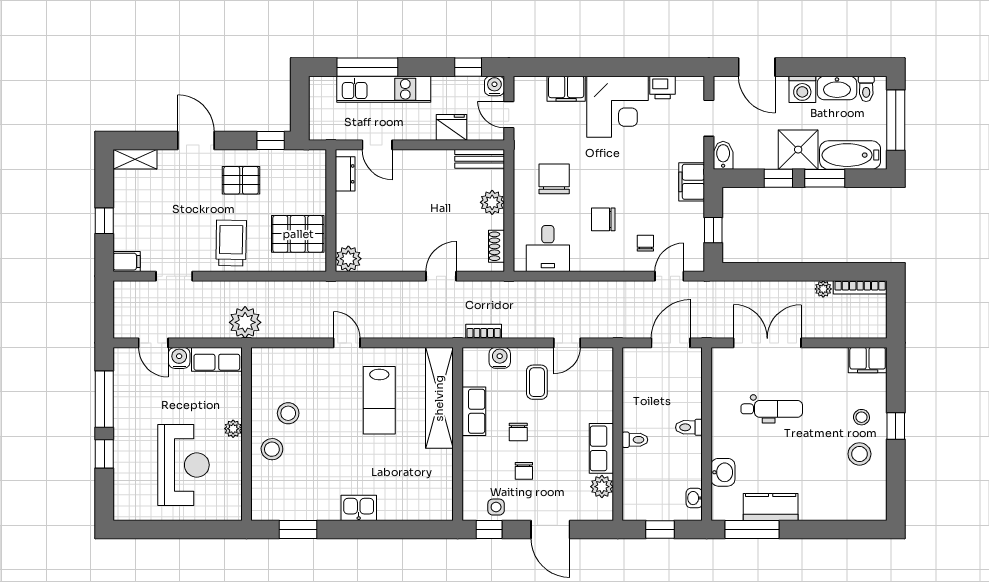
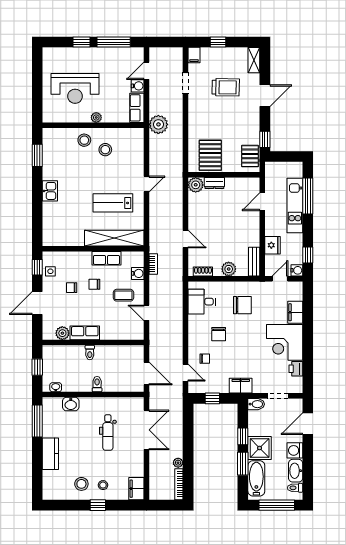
dresser: (345, 174) -> (214, 183), moved
pallet: (241, 180) -> (250, 156), moved
chair: (603, 219) -> (219, 334), turned 180
trolley: (231, 243) -> (226, 87), moved
kitchen counter: (771, 507) -> (50, 454), moved

